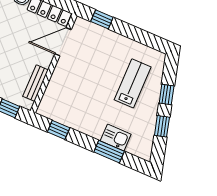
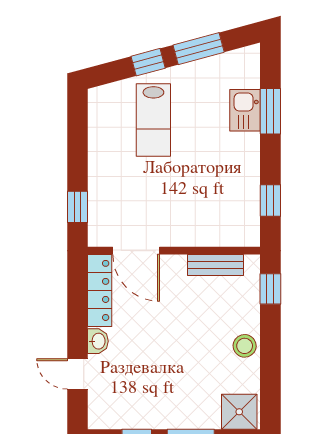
lab bench: (133, 83) -> (153, 120), turned -90
window: (162, 126) -> (199, 49), width x1.50

